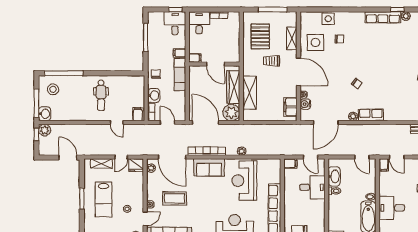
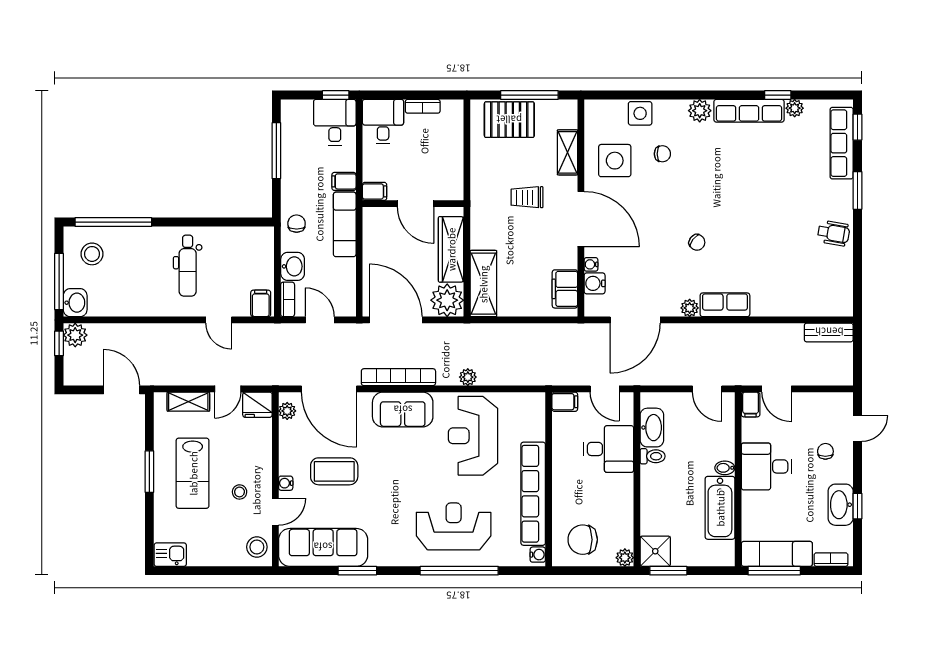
plant: (358, 17) -> (700, 111), added
pallet: (260, 36) -> (509, 120), moved, turned 90
shelving: (250, 93) -> (483, 284), moved
desk: (392, 208) -> (767, 466), moved

